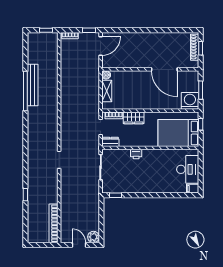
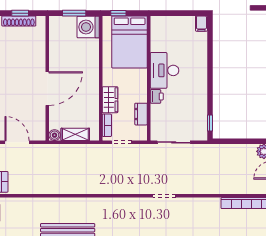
door: (164, 69) -> (47, 89), moved
dresser: (110, 142) -> (141, 114), moved
desk: (188, 169) -> (165, 70), moved, turned -90

